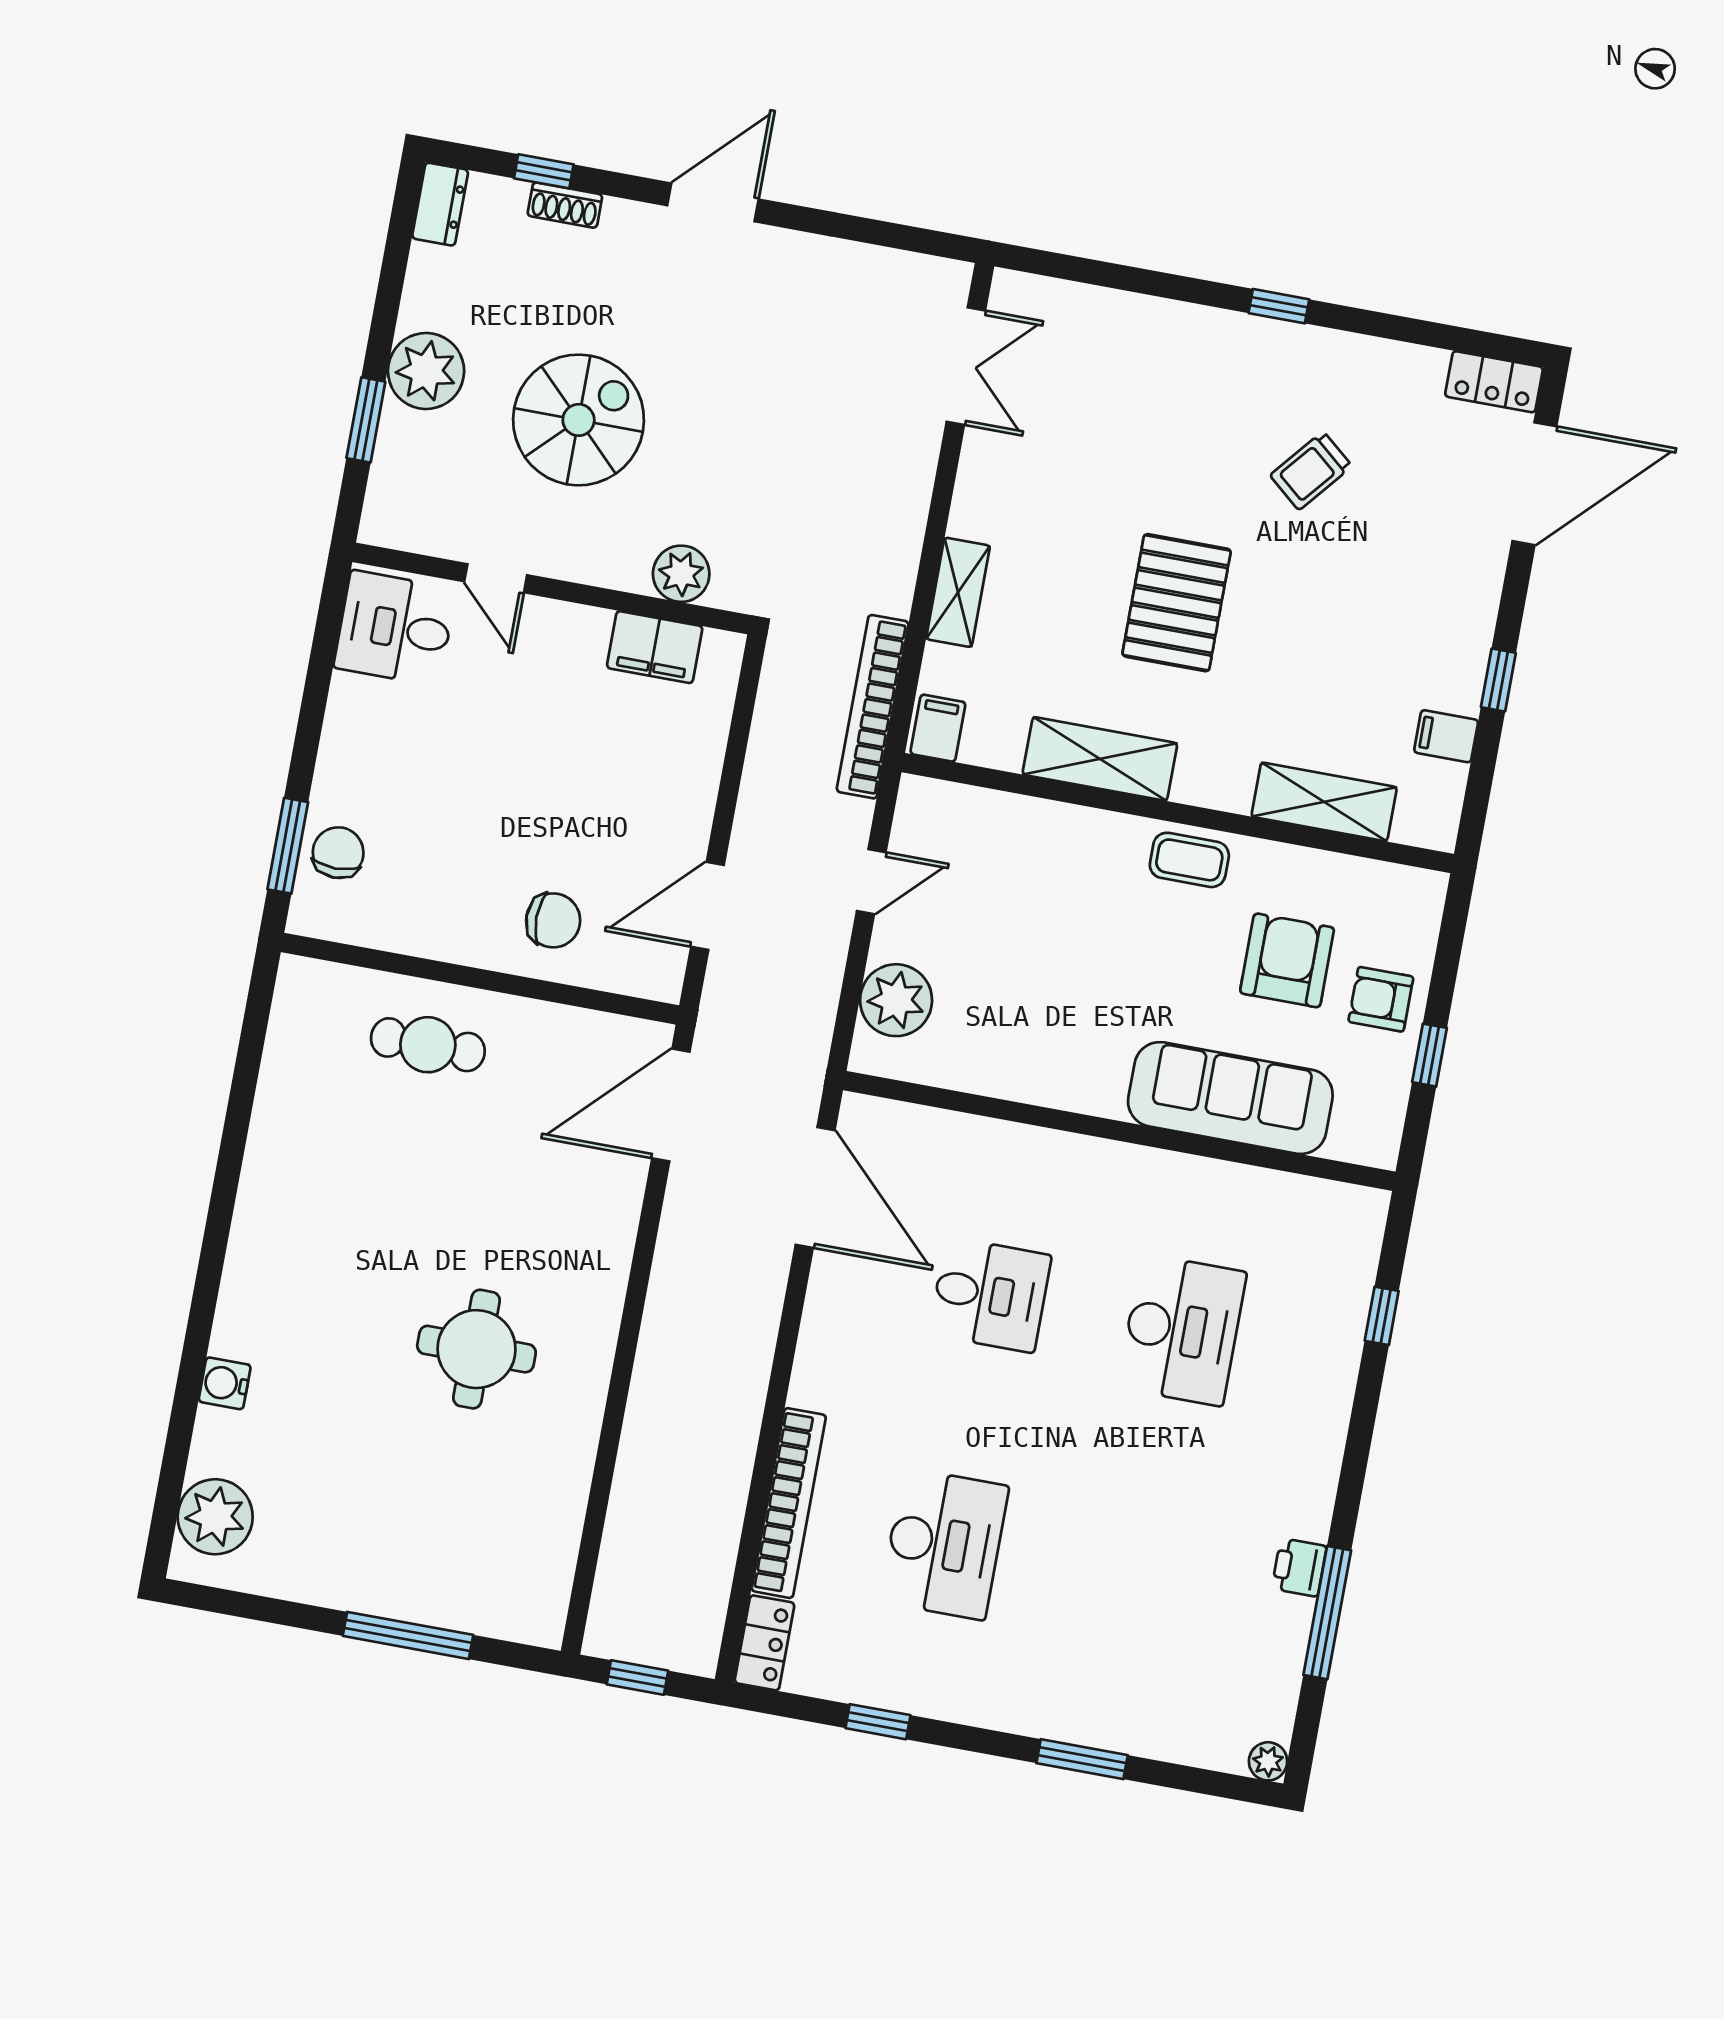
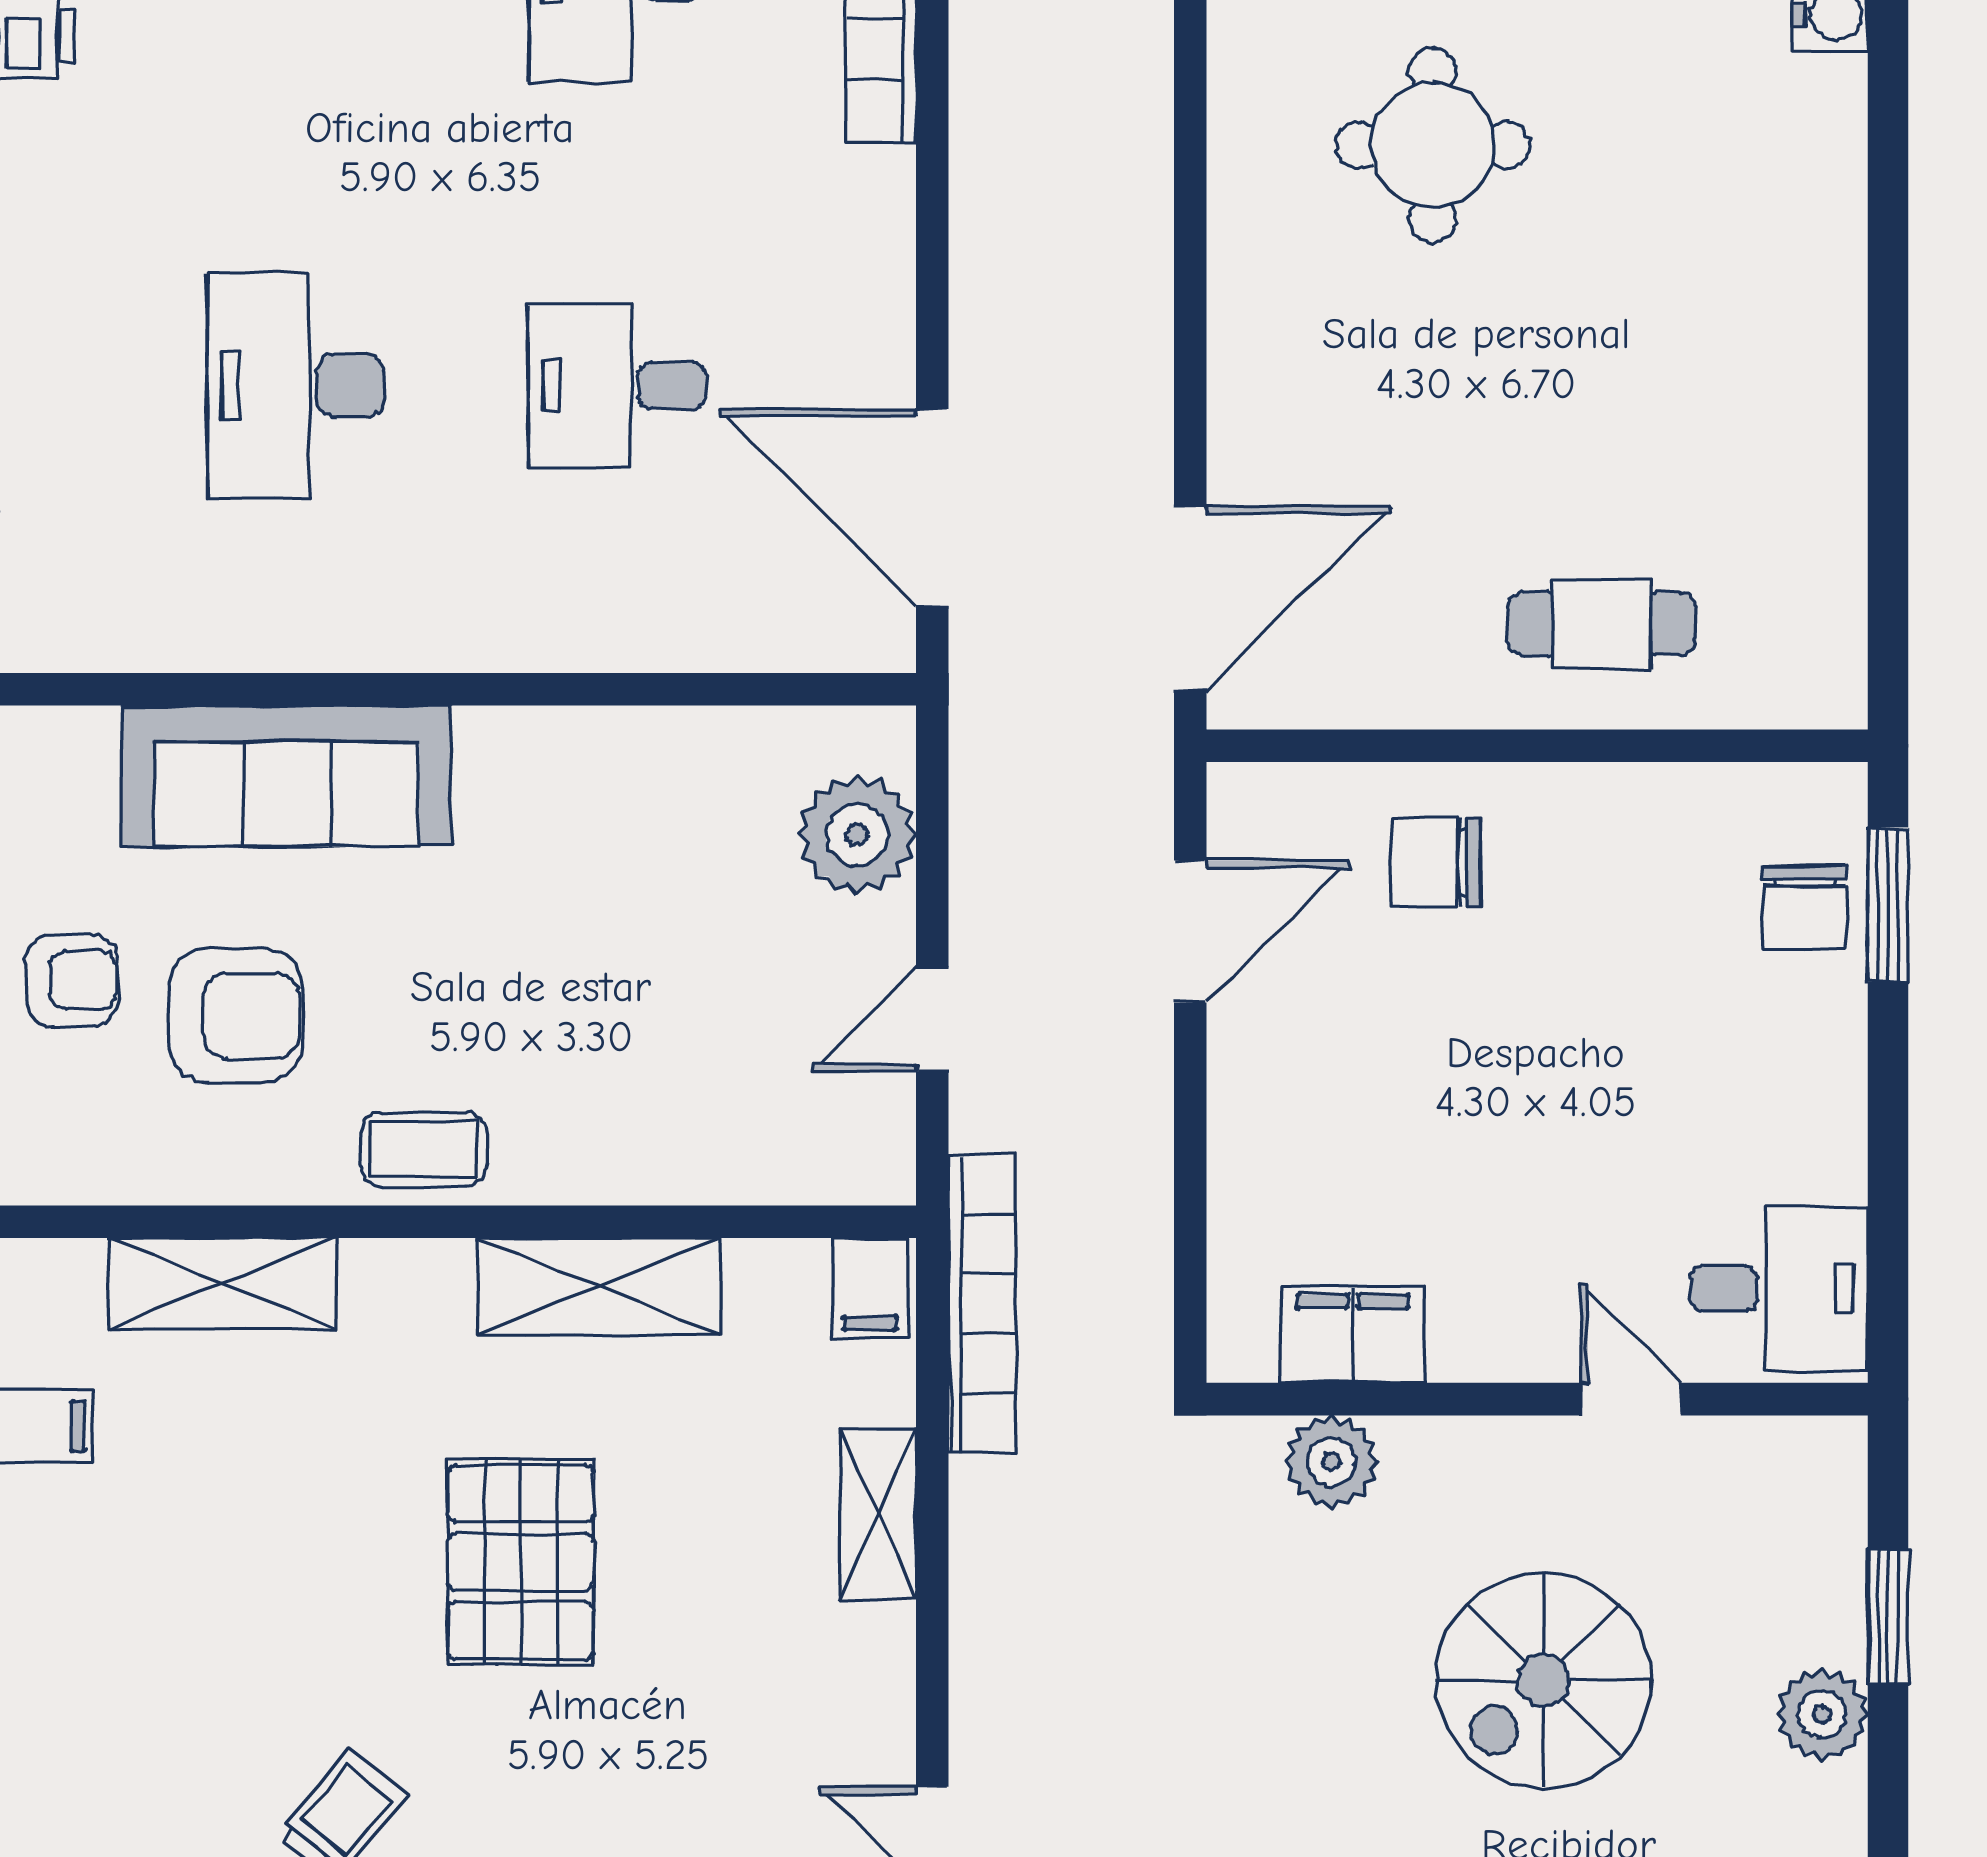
plant: (426, 371) -> (1822, 1714), width x0.73, depth x0.73
armchair: (1287, 960) -> (235, 1016), turned -90

